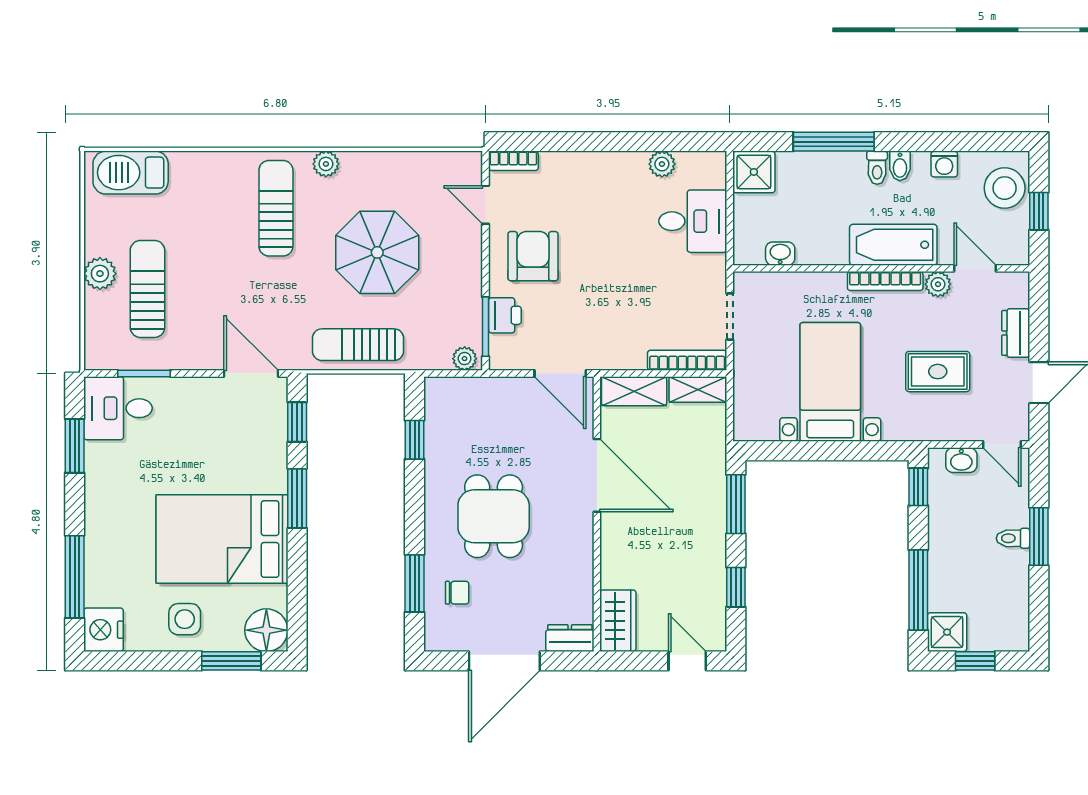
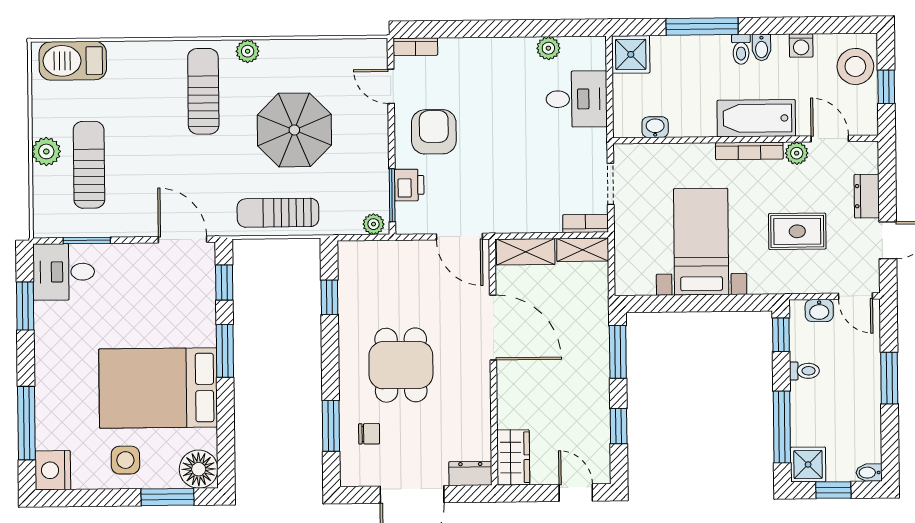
bookcase: (687, 360) -> (586, 223), width x0.64
toilet: (1013, 538) -> (804, 371), moved, turned 180
bidet: (1015, 642) -> (869, 473), added

